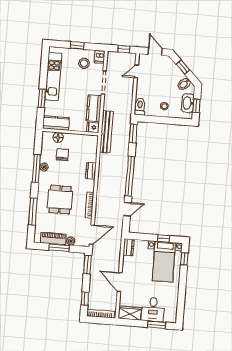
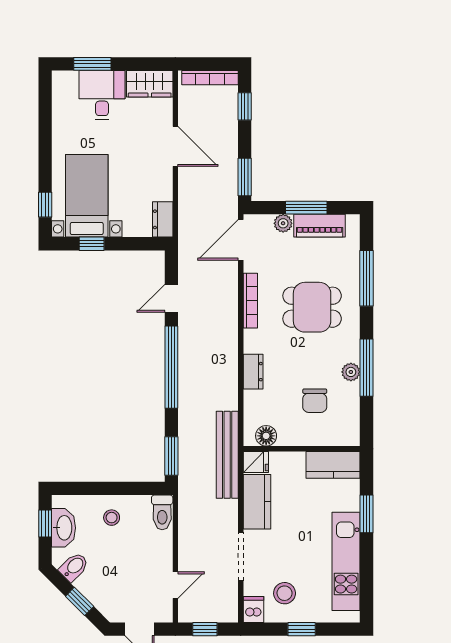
floor lamp: (58, 137) -> (266, 436), moved
dining table: (60, 200) -> (312, 307), turned 90

